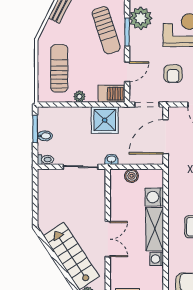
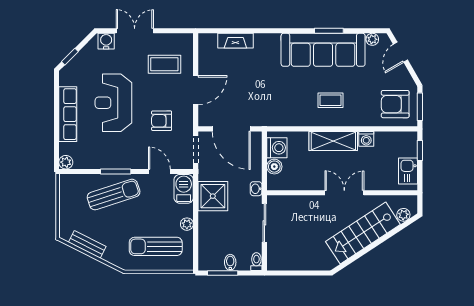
plant: (141, 18) -> (100, 156), removed
armchair: (173, 74) -> (162, 121), turned 180
washing machine: (154, 197) -> (277, 148), moved, turned -90

